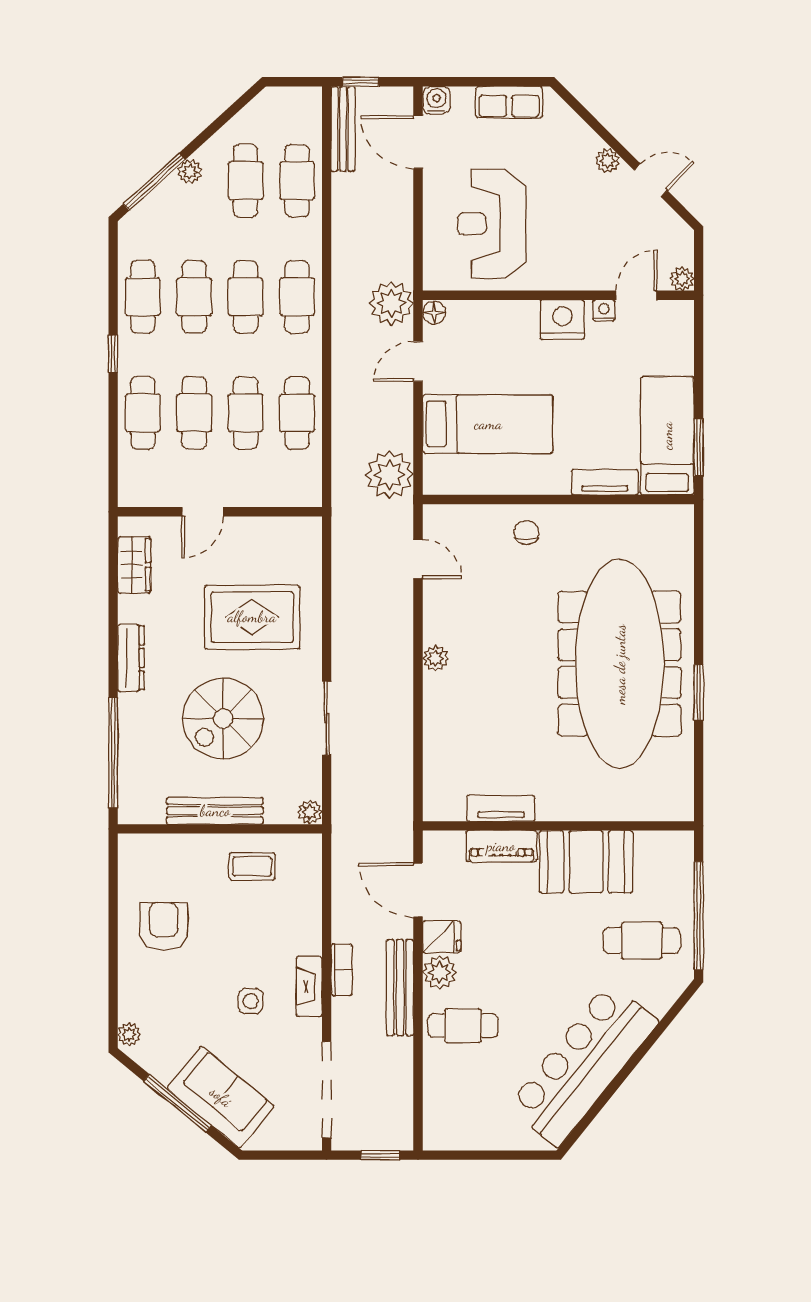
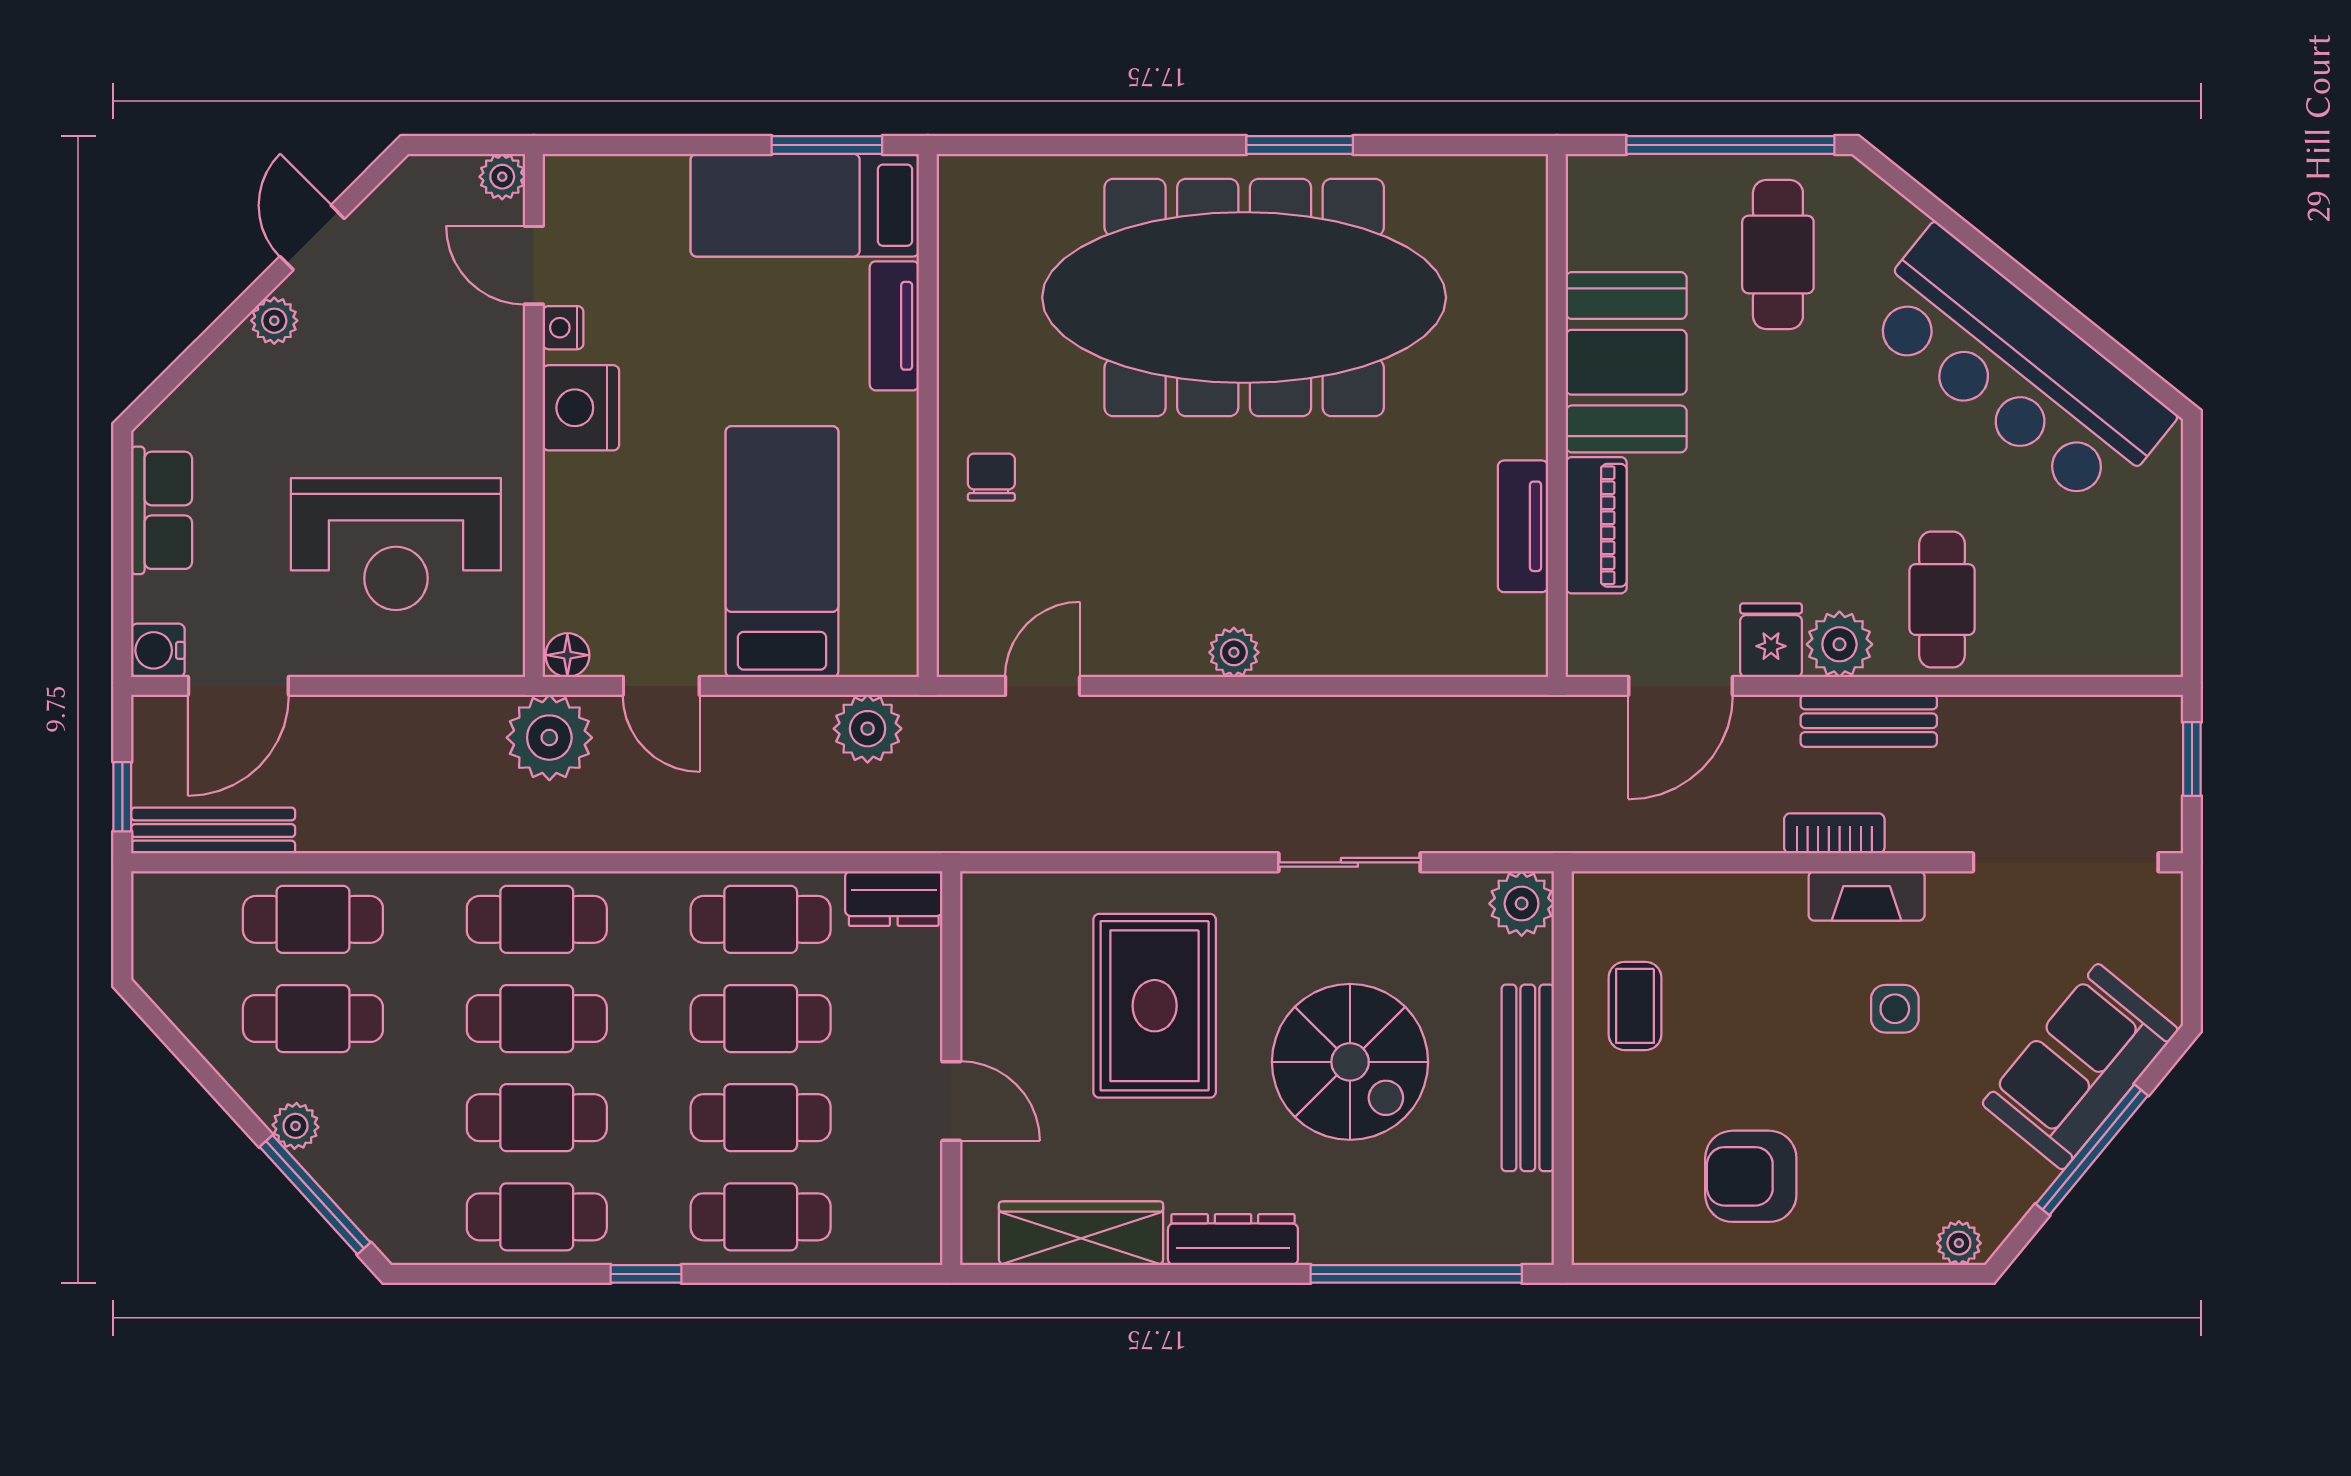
plant: (389, 475) -> (868, 729), width x0.73, depth x0.73
dresser: (308, 482) -> (894, 899), added
chair: (526, 533) -> (991, 477), turned 90
wardrobe: (134, 565) -> (1081, 1233), width x1.50
plant: (310, 812) -> (1522, 904), width x1.38, depth x1.38
bench: (400, 988) -> (1869, 721), width x0.73

